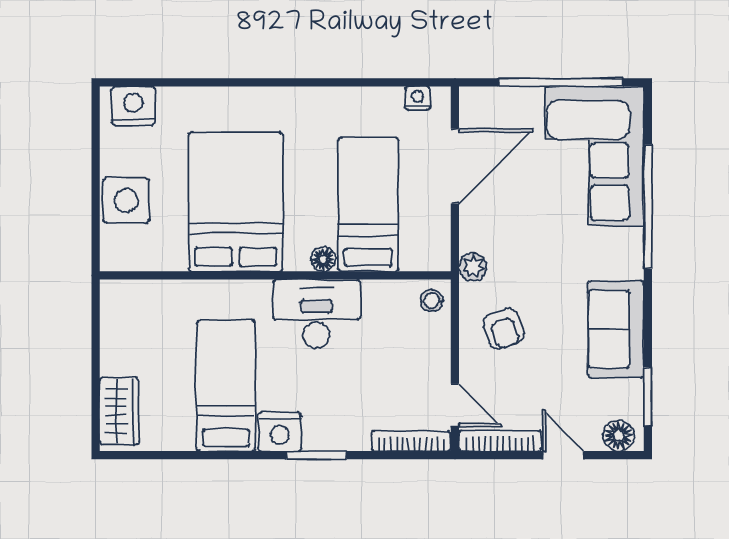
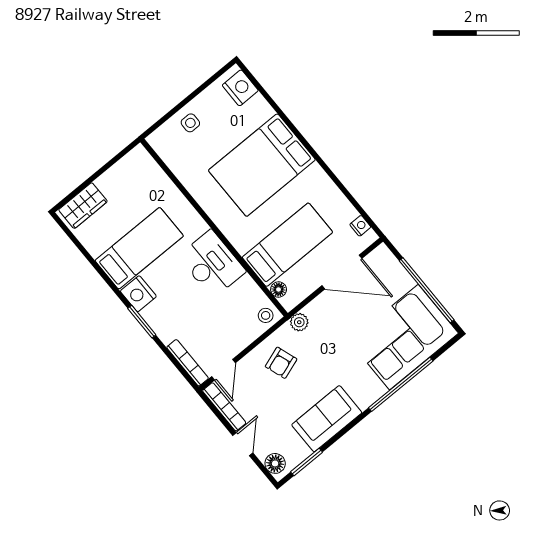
side table: (126, 200) -> (190, 123), width x0.54, depth x0.54
bed: (236, 202) -> (262, 165), moved, turned 180
floor lamp: (323, 259) -> (279, 289), moved

